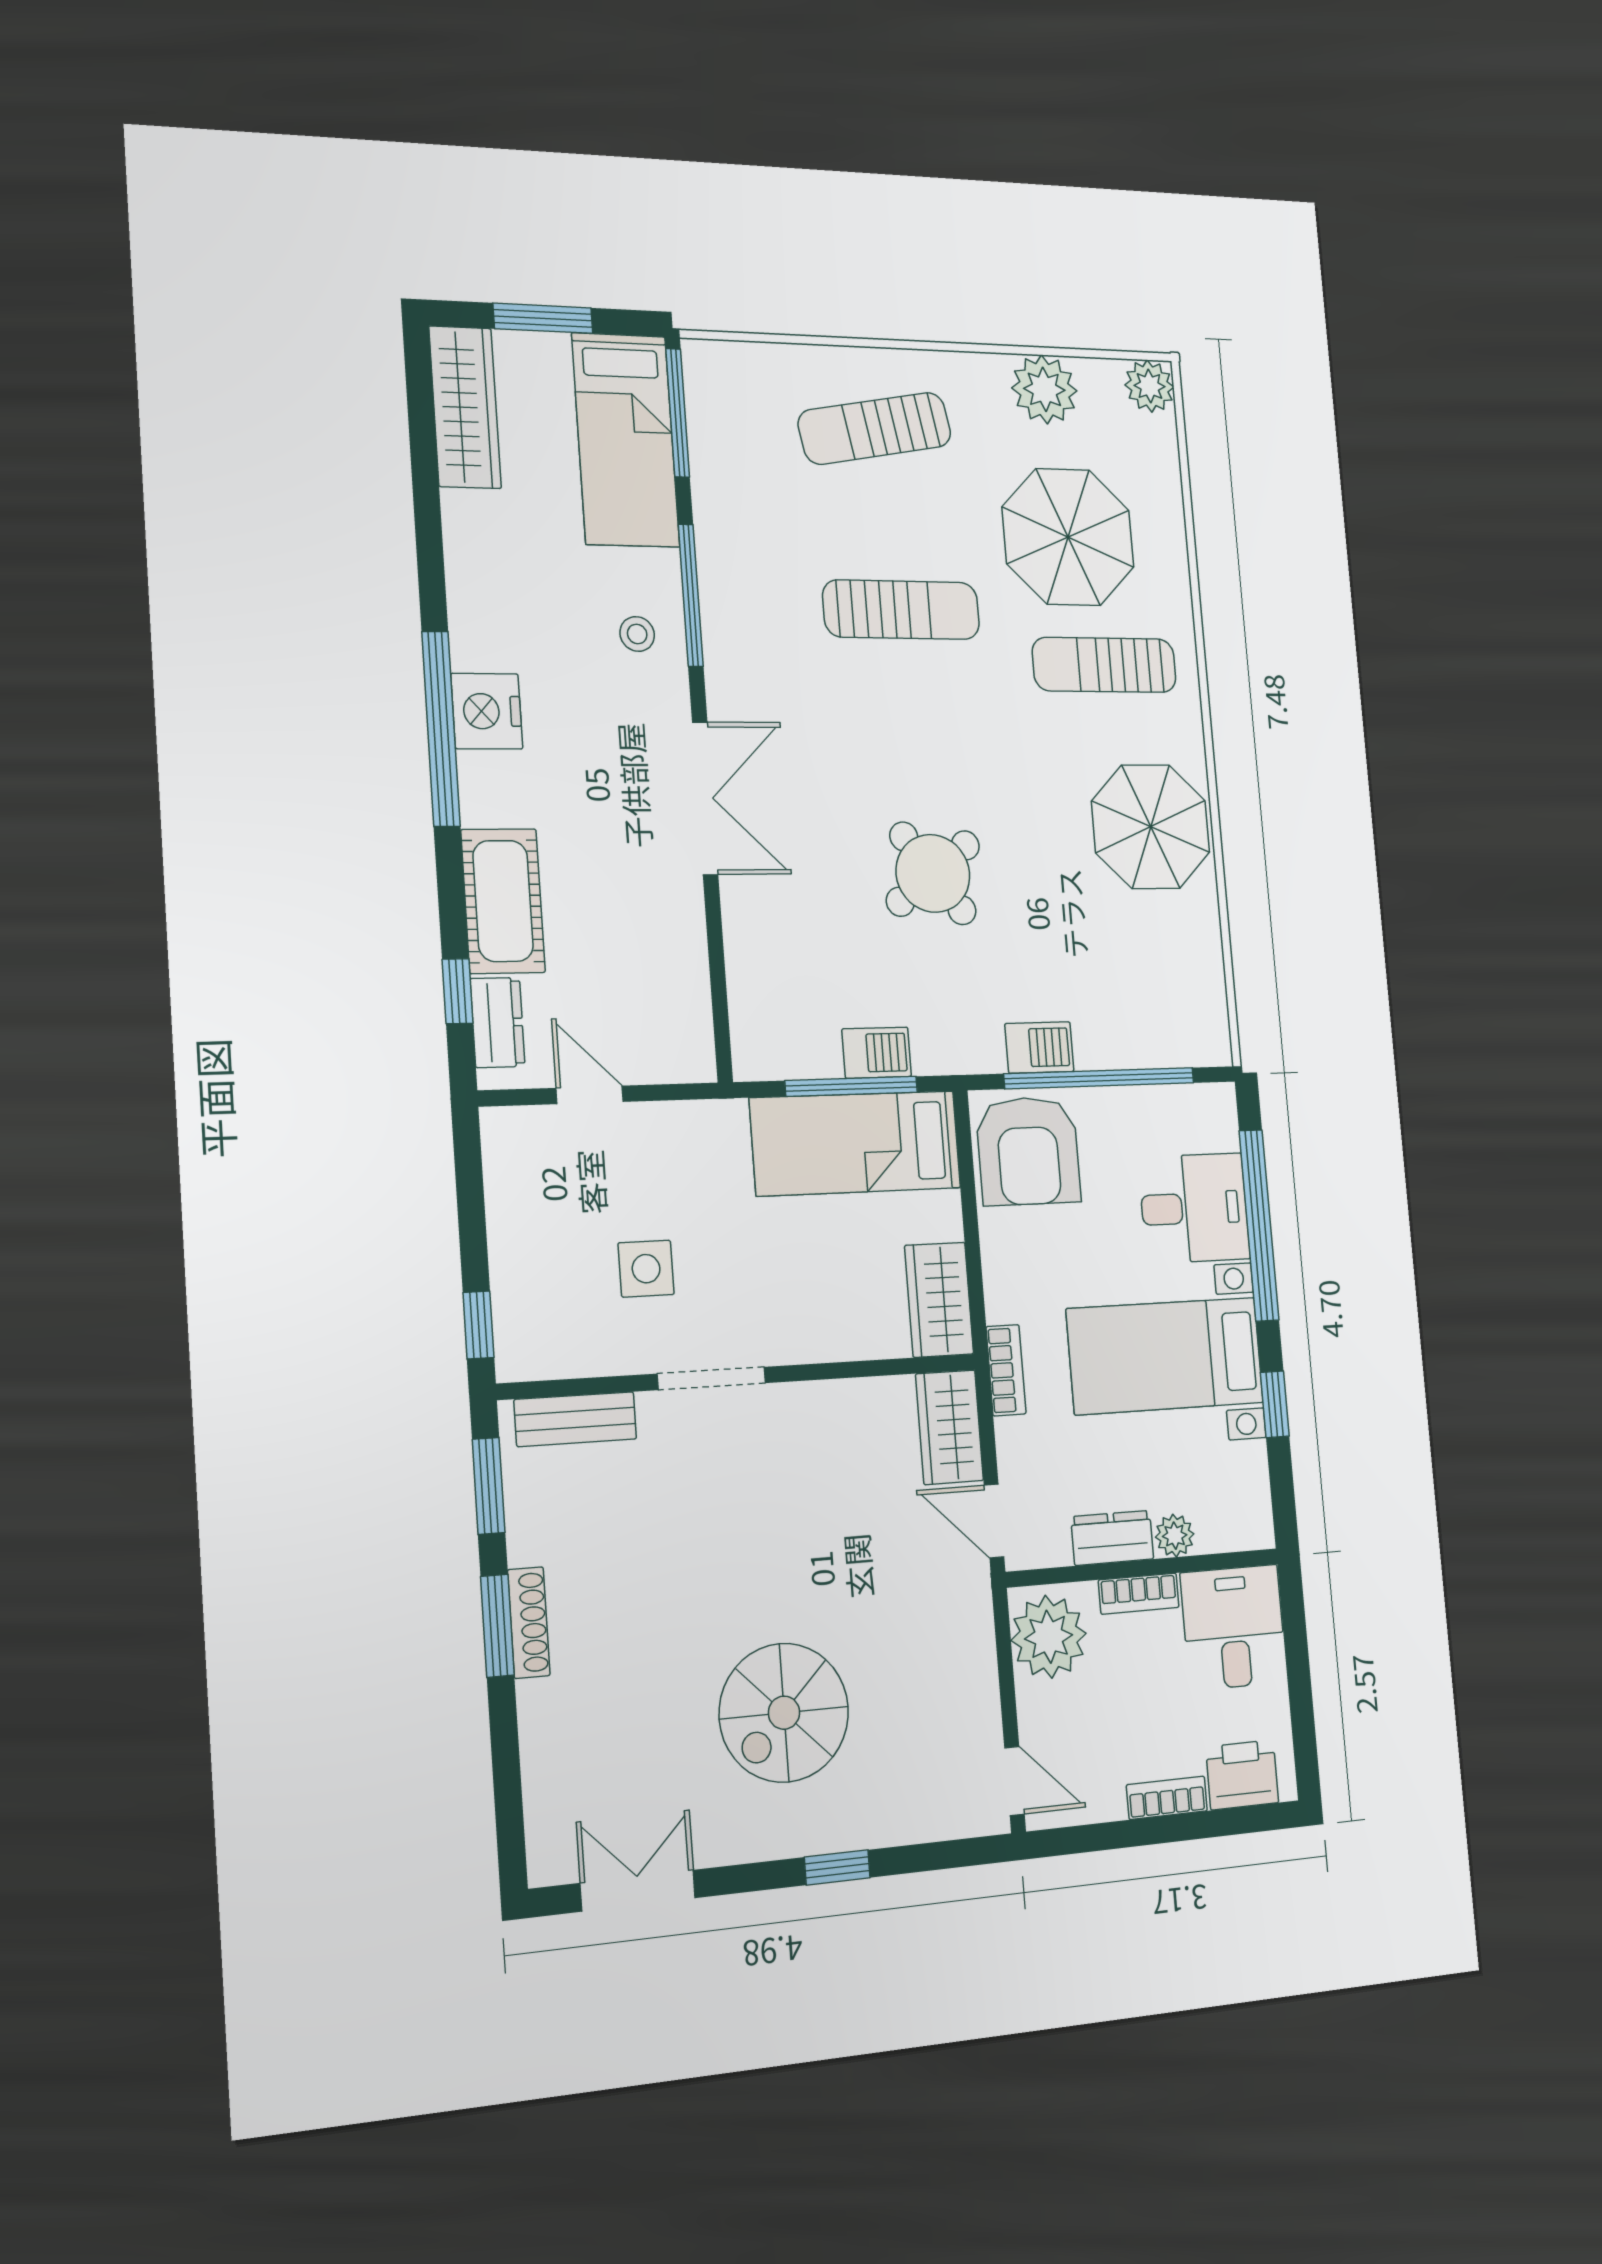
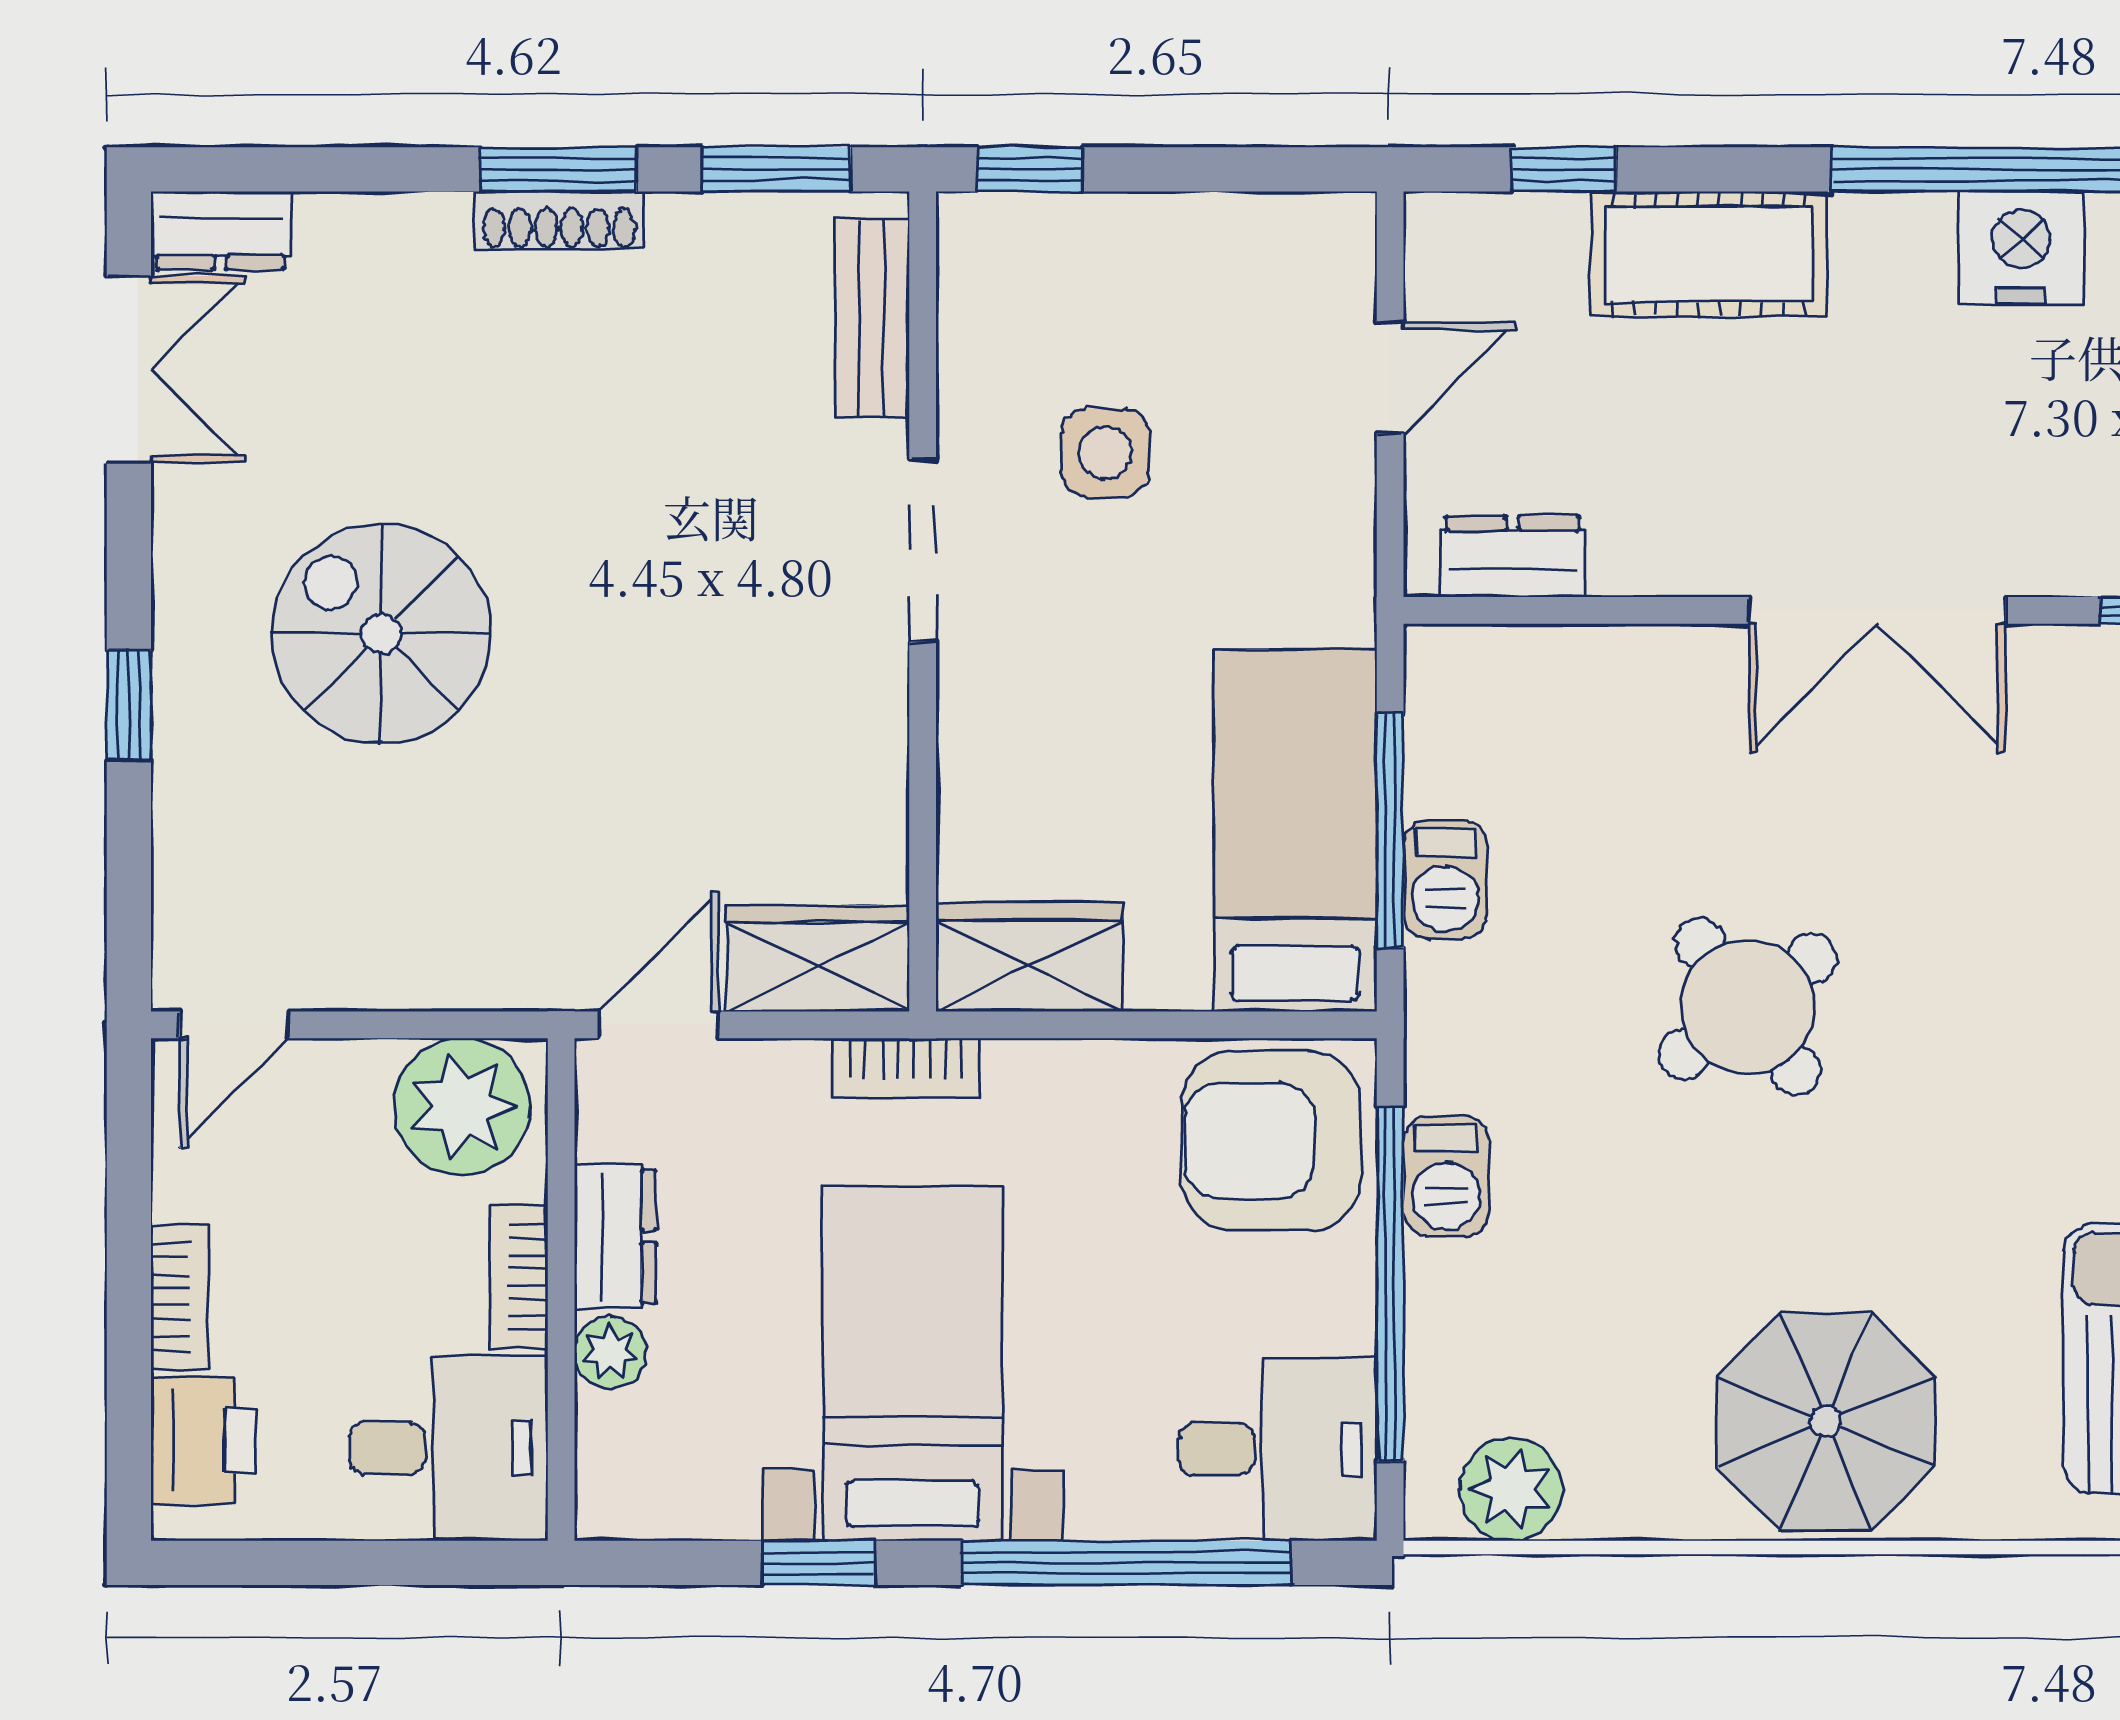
plant: (1201, 1005) -> (1511, 1489), added
dresser: (498, 1022) -> (1512, 556), moved, turned 180
desk: (1194, 1208) -> (1278, 1449), moved, turned -90
dresser: (549, 1841) -> (221, 231), added

